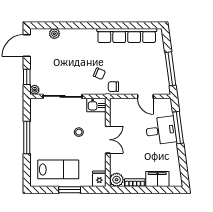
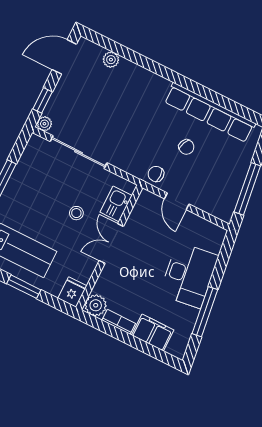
chair: (99, 74) -> (186, 147), moved
door: (145, 96) -> (177, 201), moved
kitchen sink: (96, 105) -> (116, 204), moved, turned 90
window: (178, 128) -> (205, 312), moved
desk: (161, 131) -> (189, 275), width x1.37
double door: (108, 140) -> (111, 244), swing flipped

